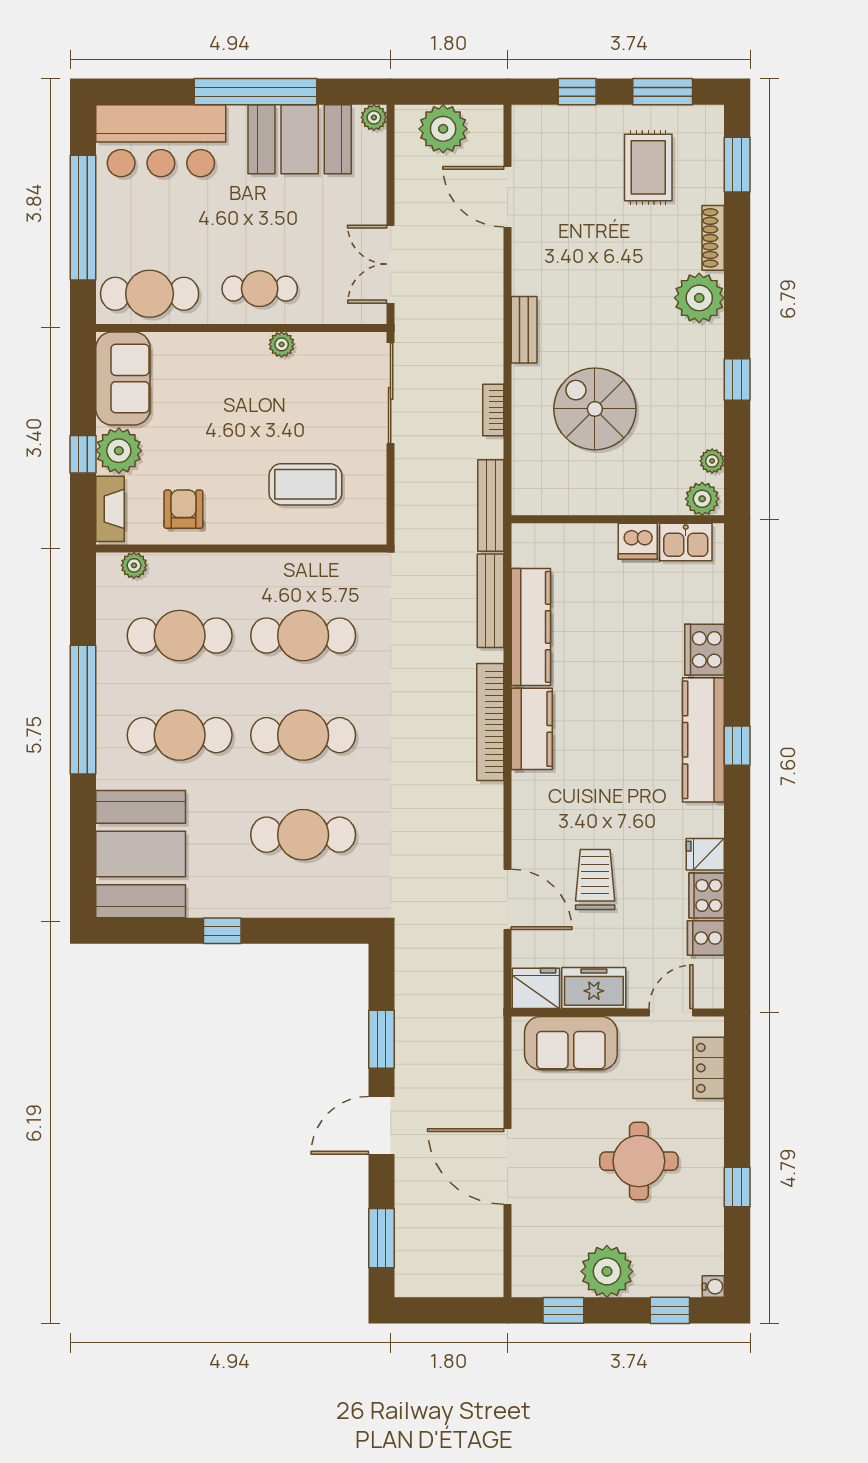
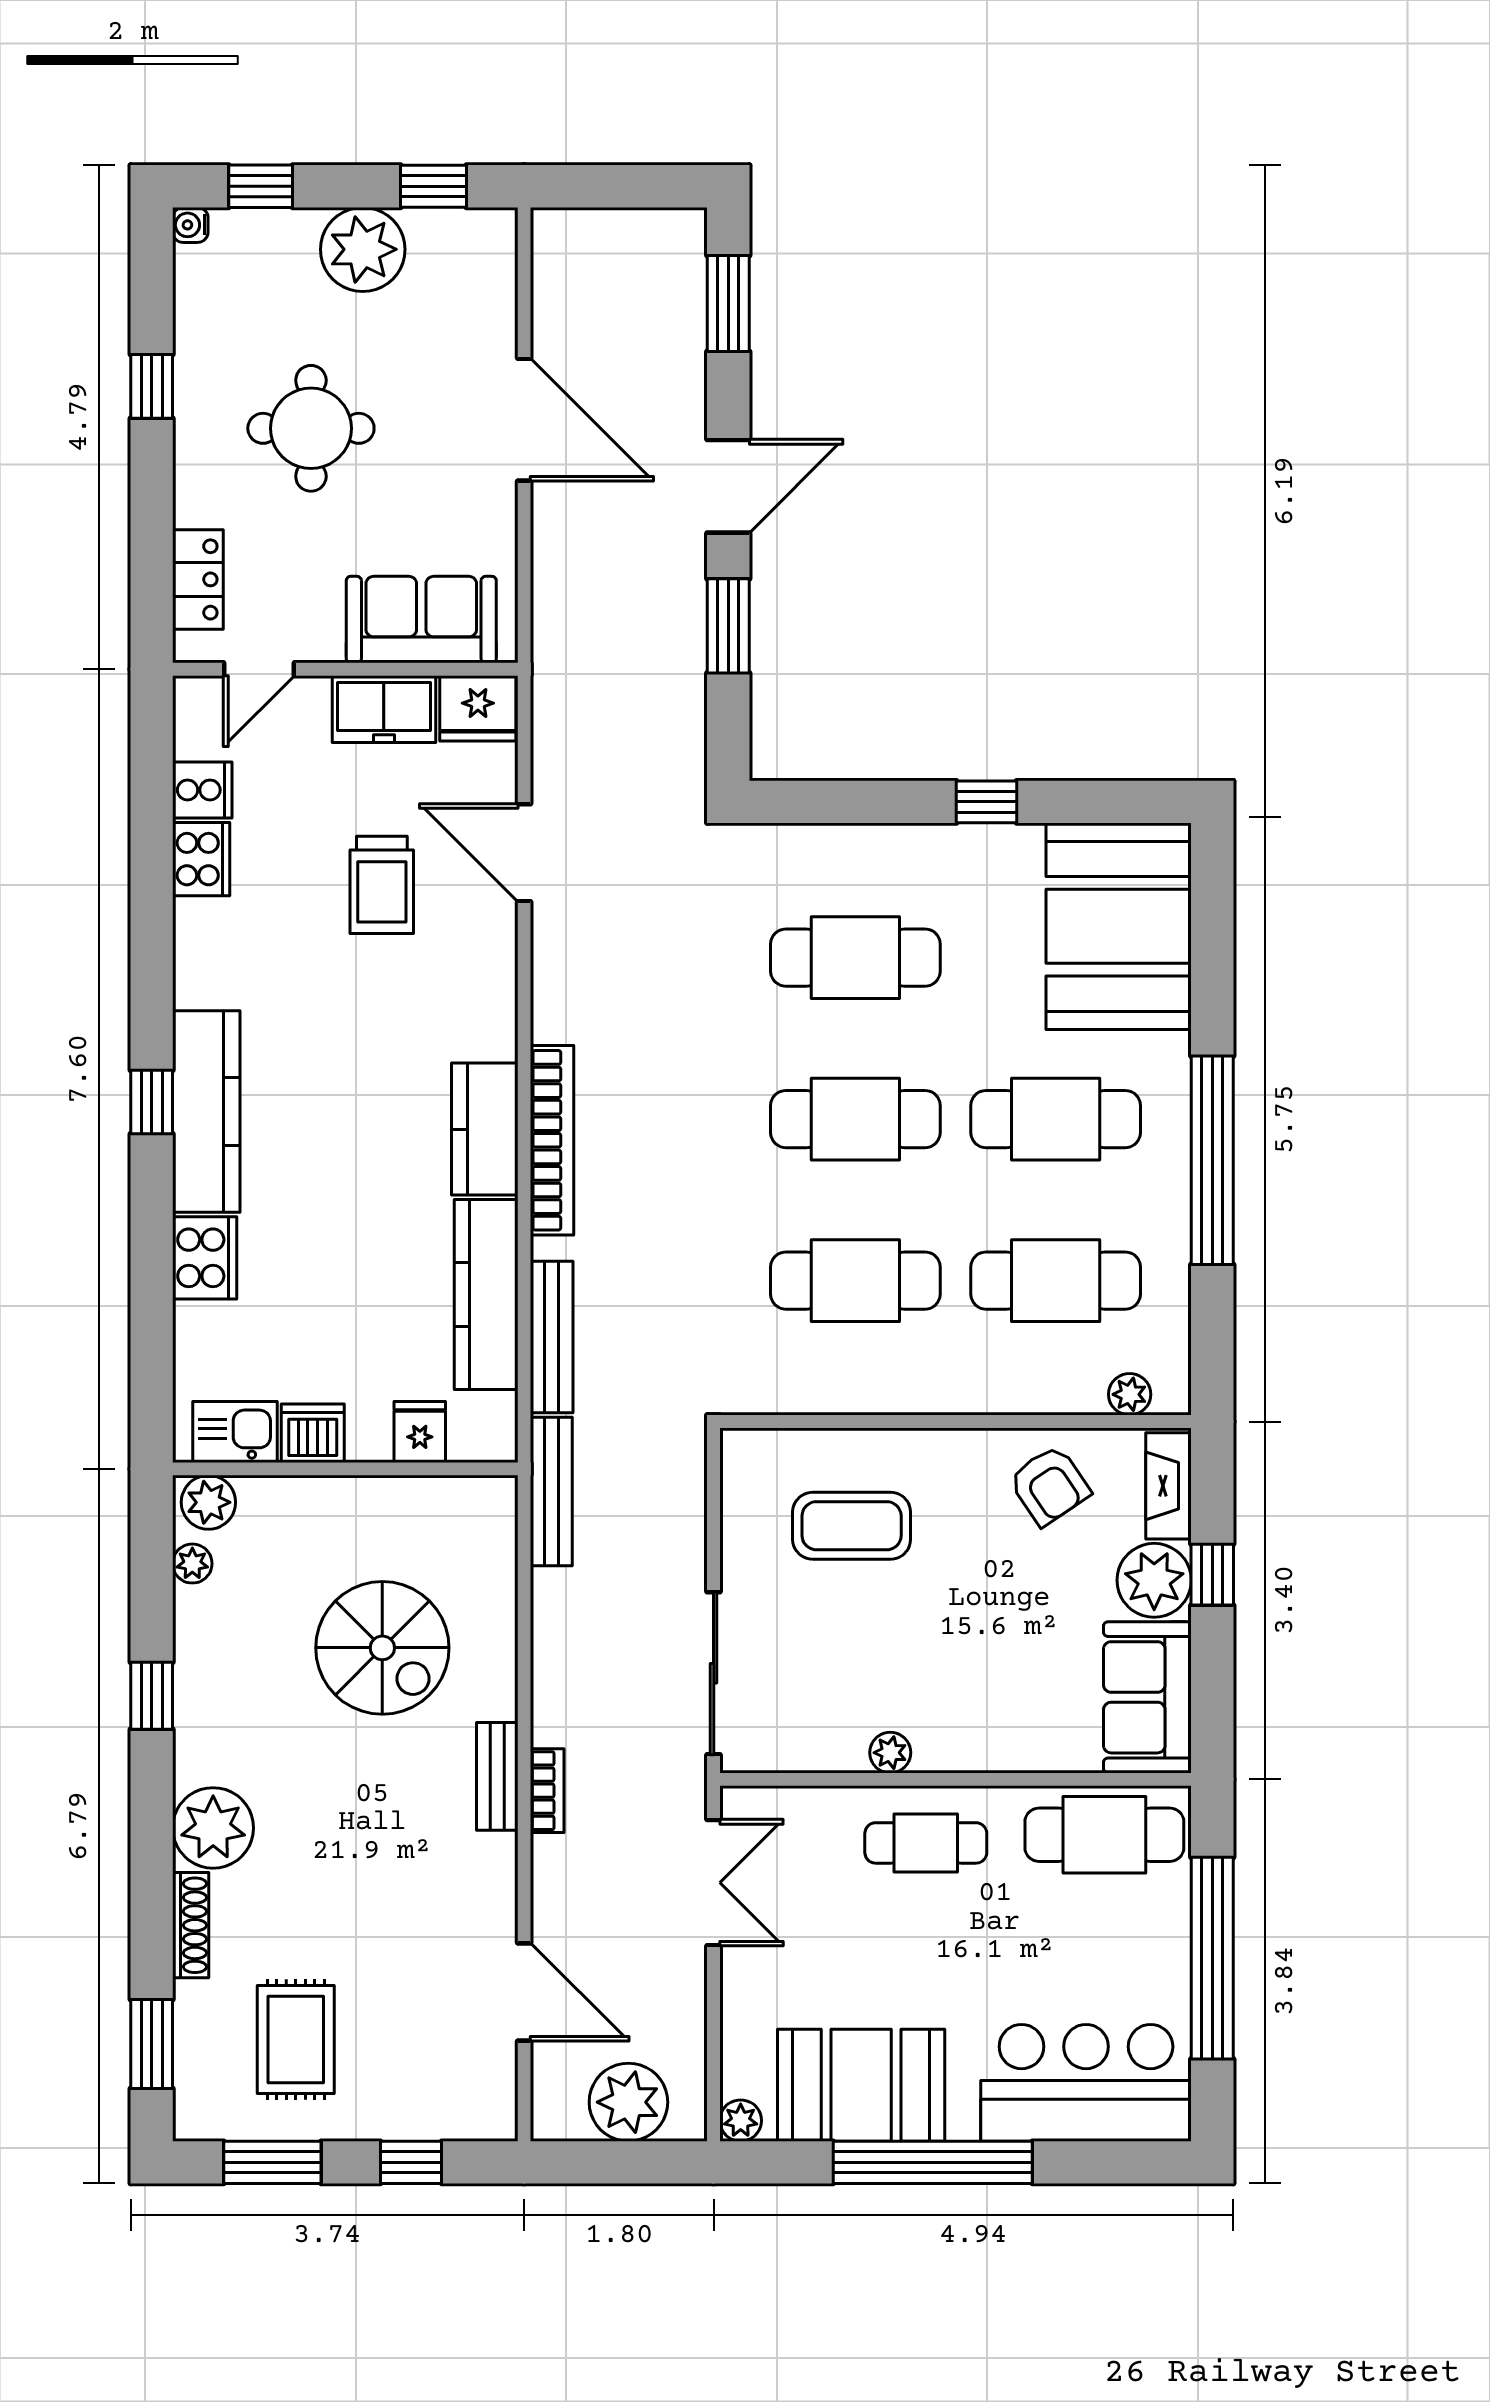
bookcase: (493, 410) -> (547, 1791), moved
armchair: (183, 509) -> (1049, 1485), turned -34
fridge: (705, 854) -> (420, 1432), moved, turned -90

